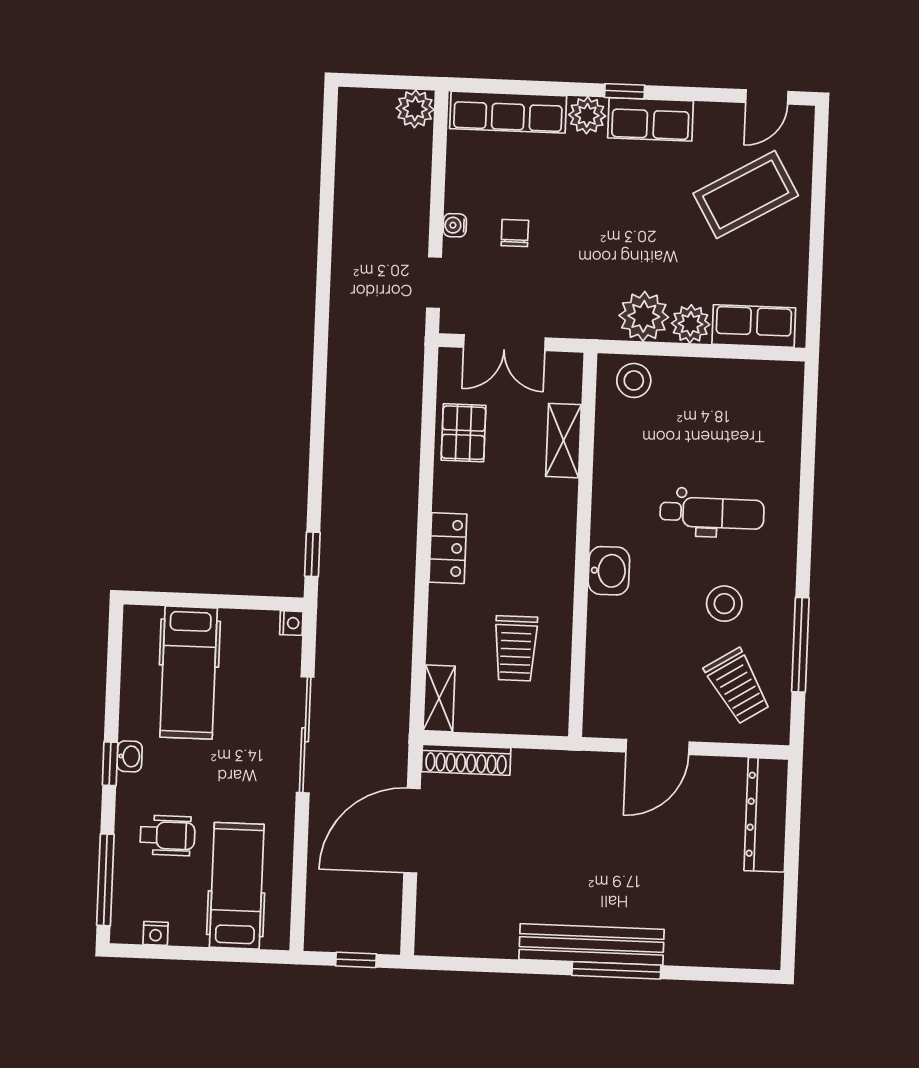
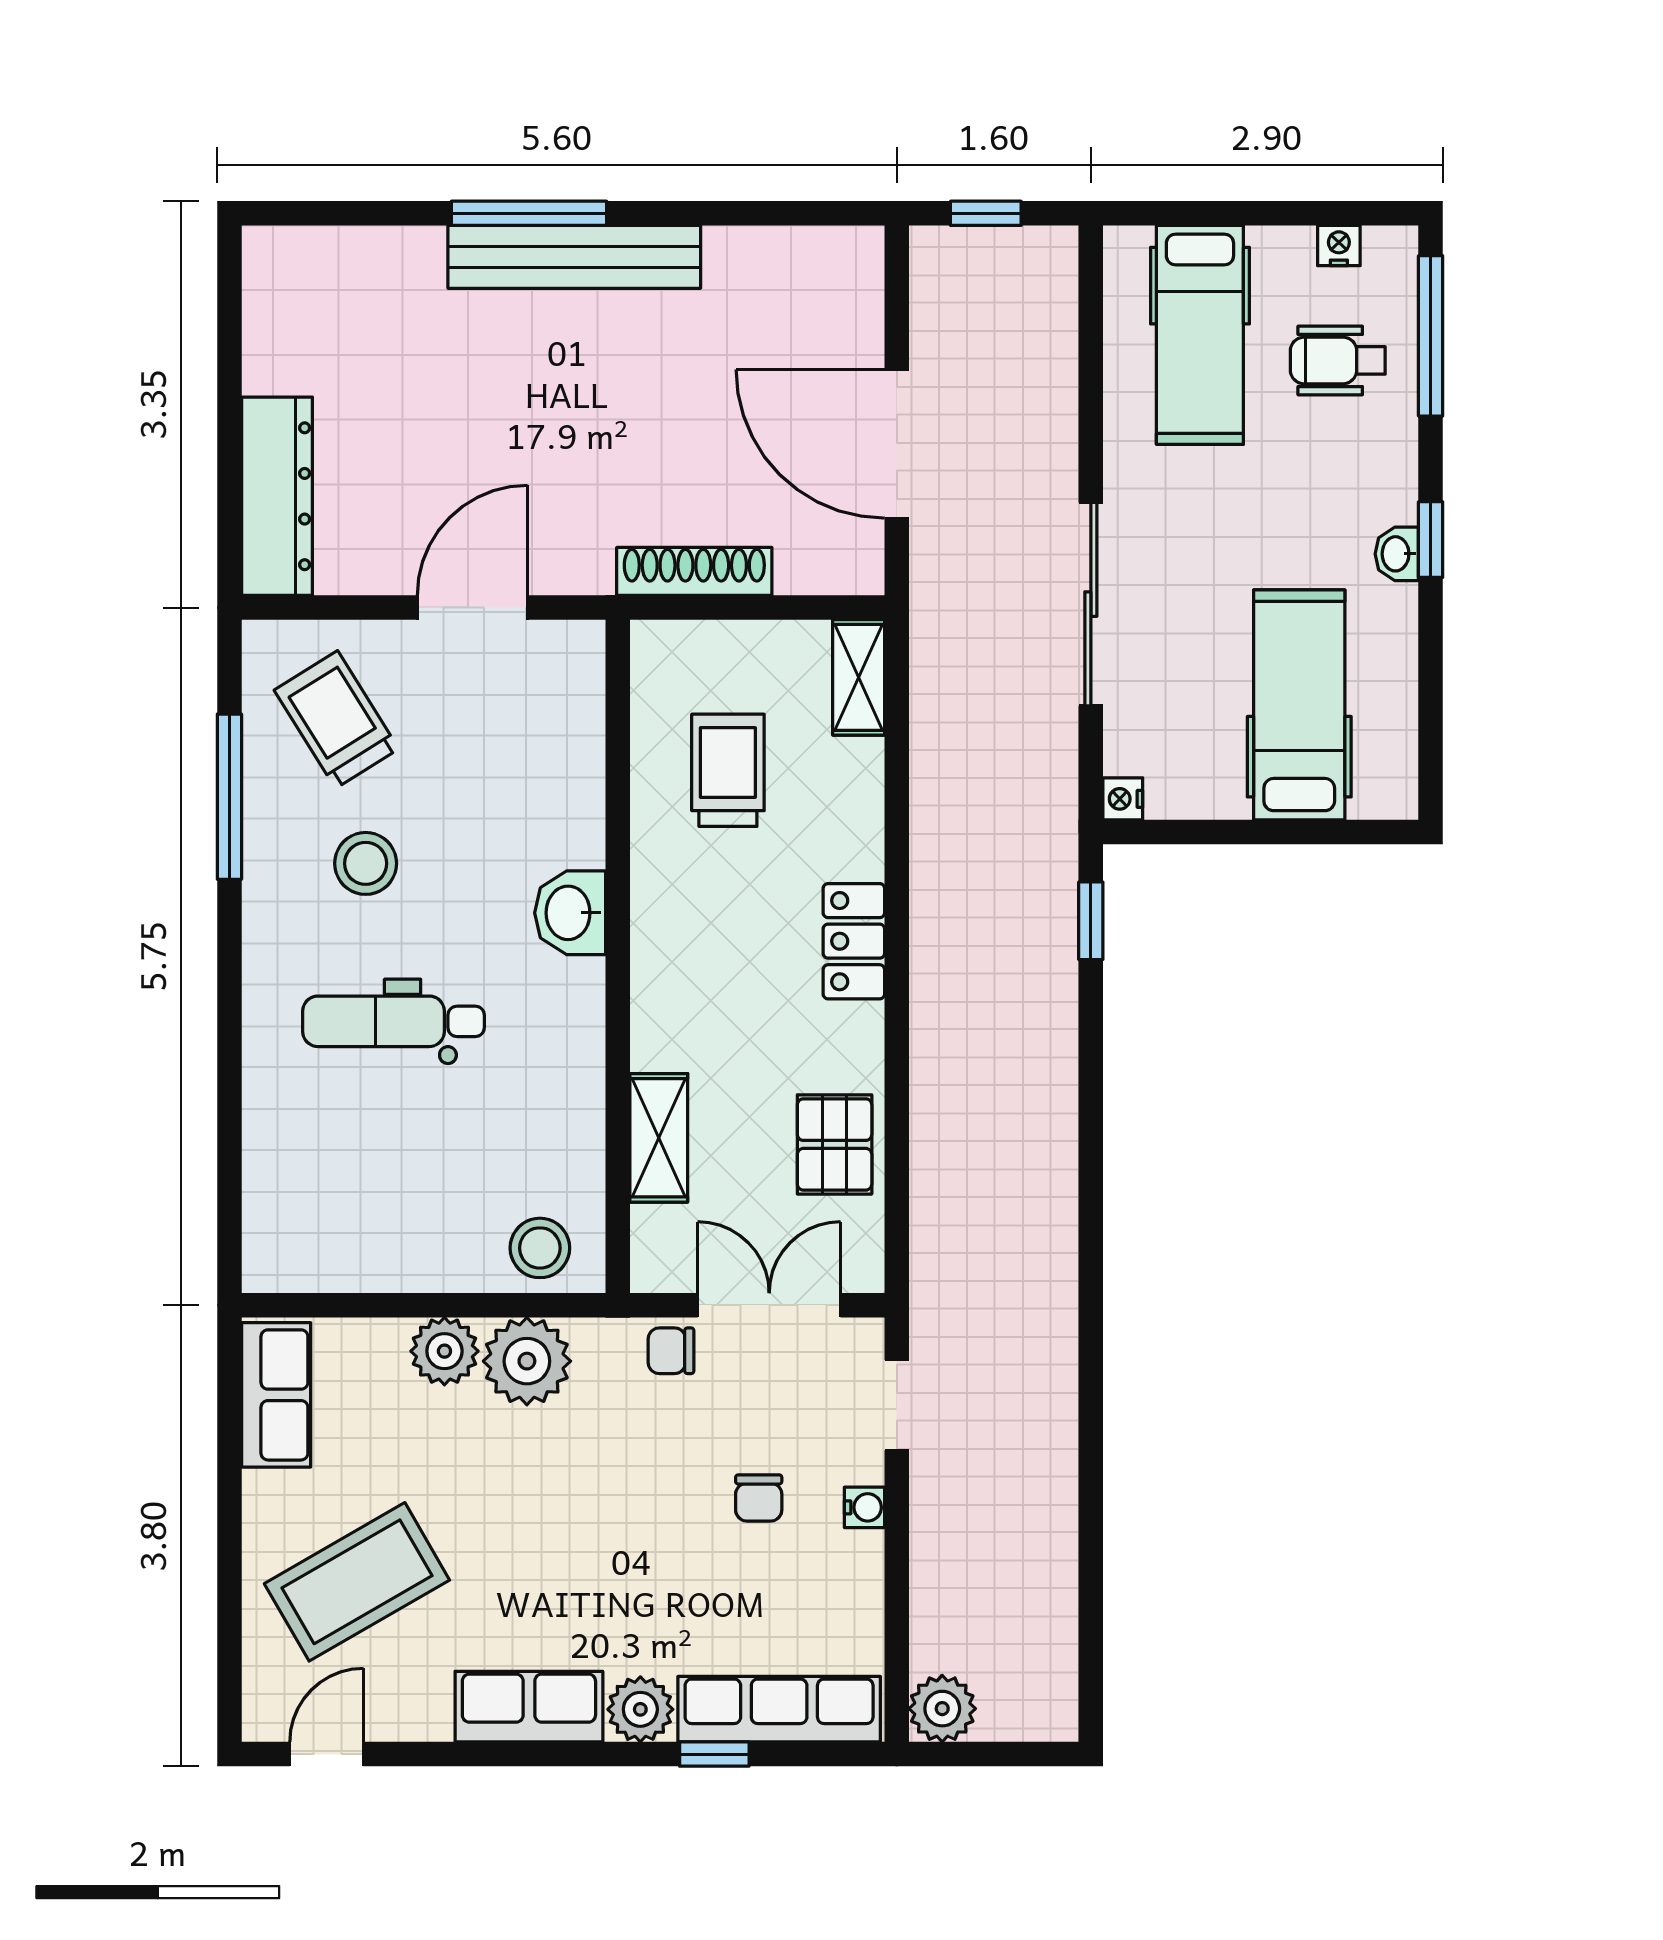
window: (625, 91) -> (714, 1754), moved
chair: (561, 319) -> (671, 1351), added
row of seats: (754, 326) -> (276, 1395), moved, turned -90
shoe rack: (466, 760) -> (694, 571), moved
door: (412, 831) -> (897, 444), swing flipped
wheelchair: (168, 835) -> (1338, 360), moved

